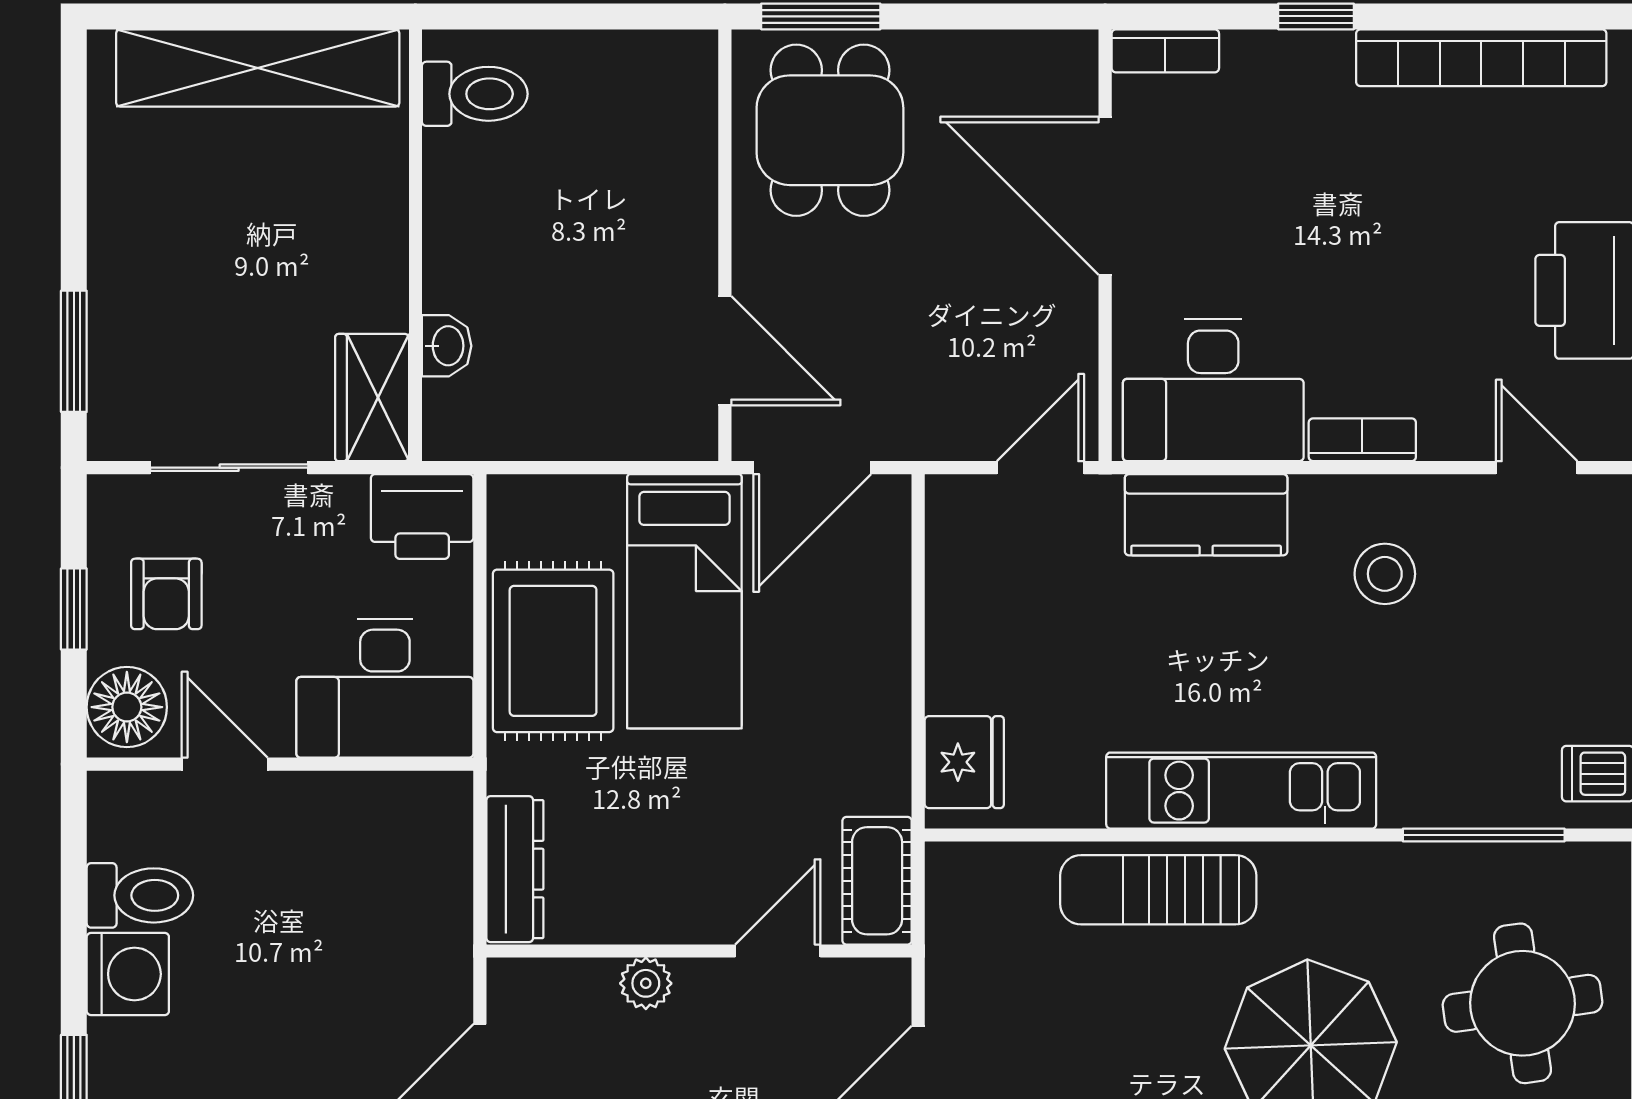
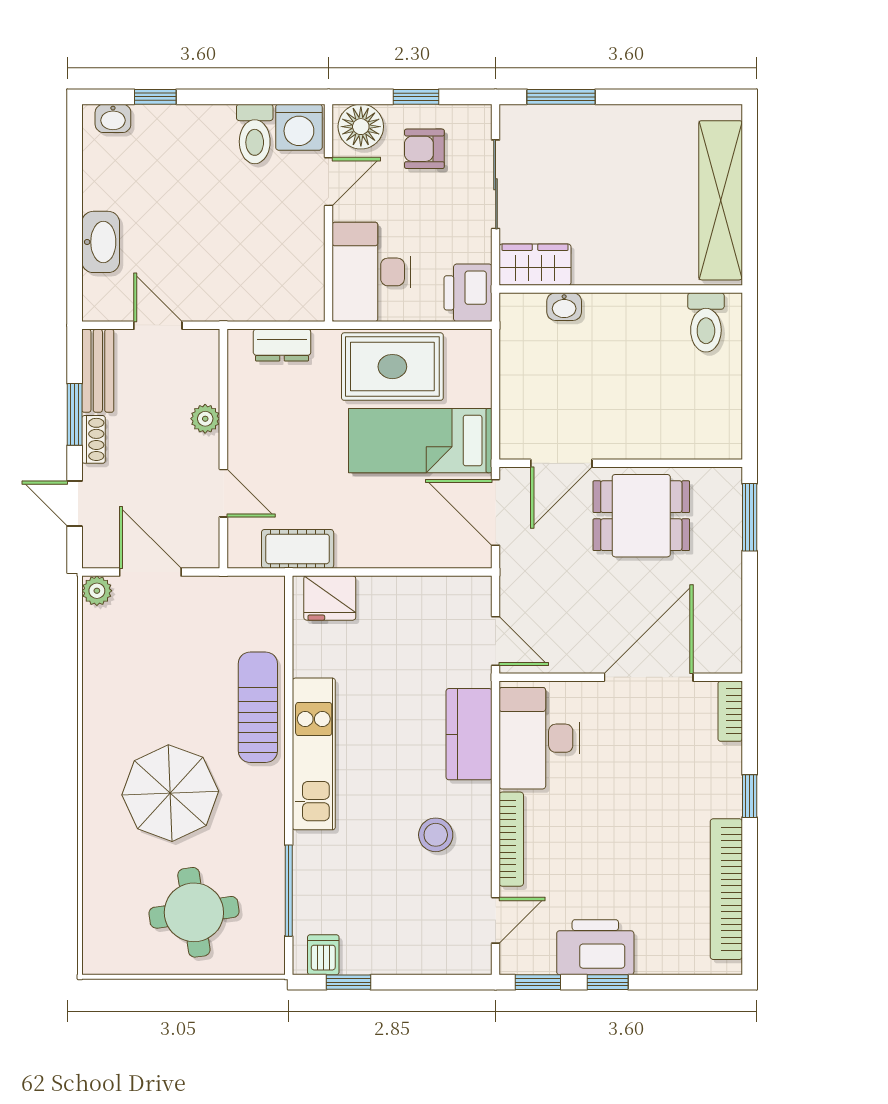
dining table: (830, 130) -> (641, 516), moved
bookcase: (1362, 440) -> (511, 839), width x1.56
dresser: (515, 869) -> (282, 345), width x0.70
cot: (877, 881) -> (298, 549), moved
washing machine: (128, 974) -> (299, 127), moved

